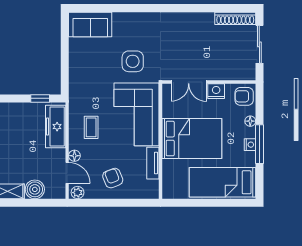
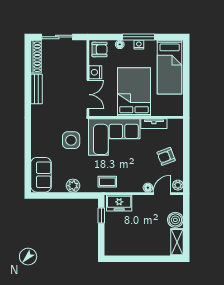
bench: (196, 19) -> (37, 89), added
plant: (77, 64) -> (73, 186), added
armchair: (244, 96) -> (100, 49), turned -90
freezer: (56, 127) -> (119, 203), width x0.71
coffee table: (91, 127) -> (107, 182), moved

